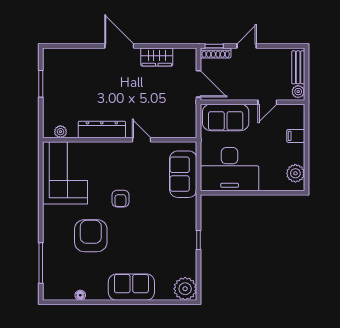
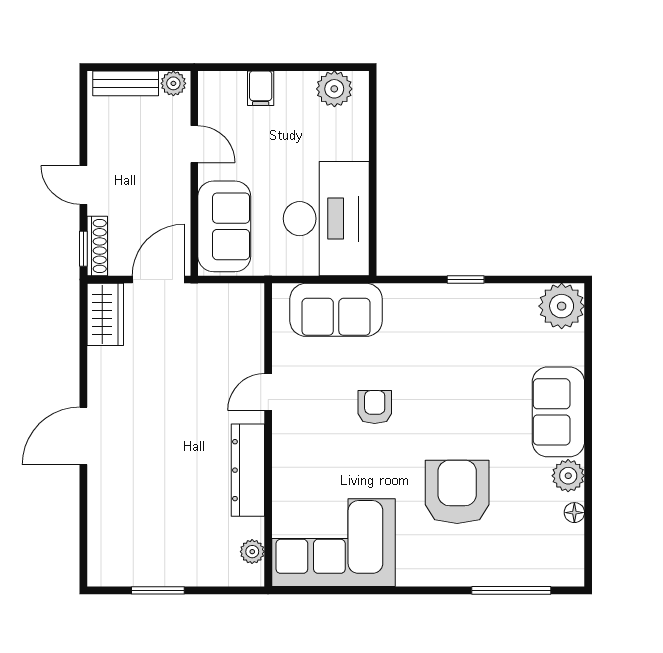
wardrobe: (157, 57) -> (105, 314), moved
armchair: (120, 199) -> (375, 407), moved, turned -90
armchair: (91, 236) -> (457, 492), turned 90
plant: (99, 292) -> (568, 476), added

